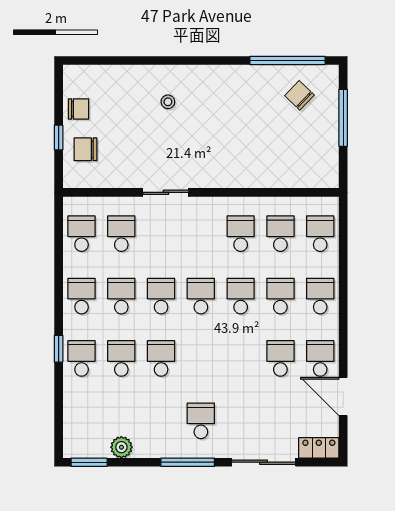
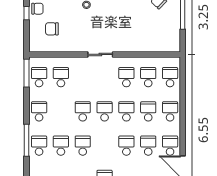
window: (59, 138) -> (26, 13), moved
chair: (85, 149) -> (52, 29), moved
sliding door: (166, 192) -> (100, 54), moved
window: (59, 226) -> (26, 73), added
school desk: (121, 296) -> (126, 146), moved
window: (59, 349) -> (26, 140), width x2.17

